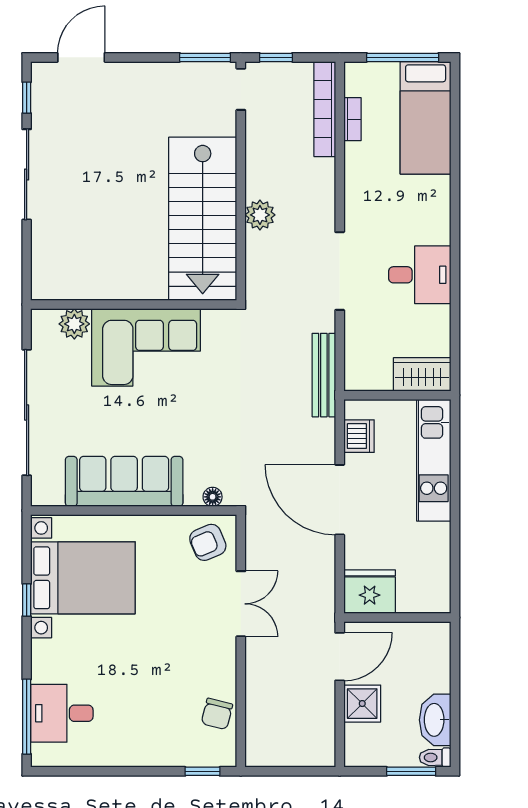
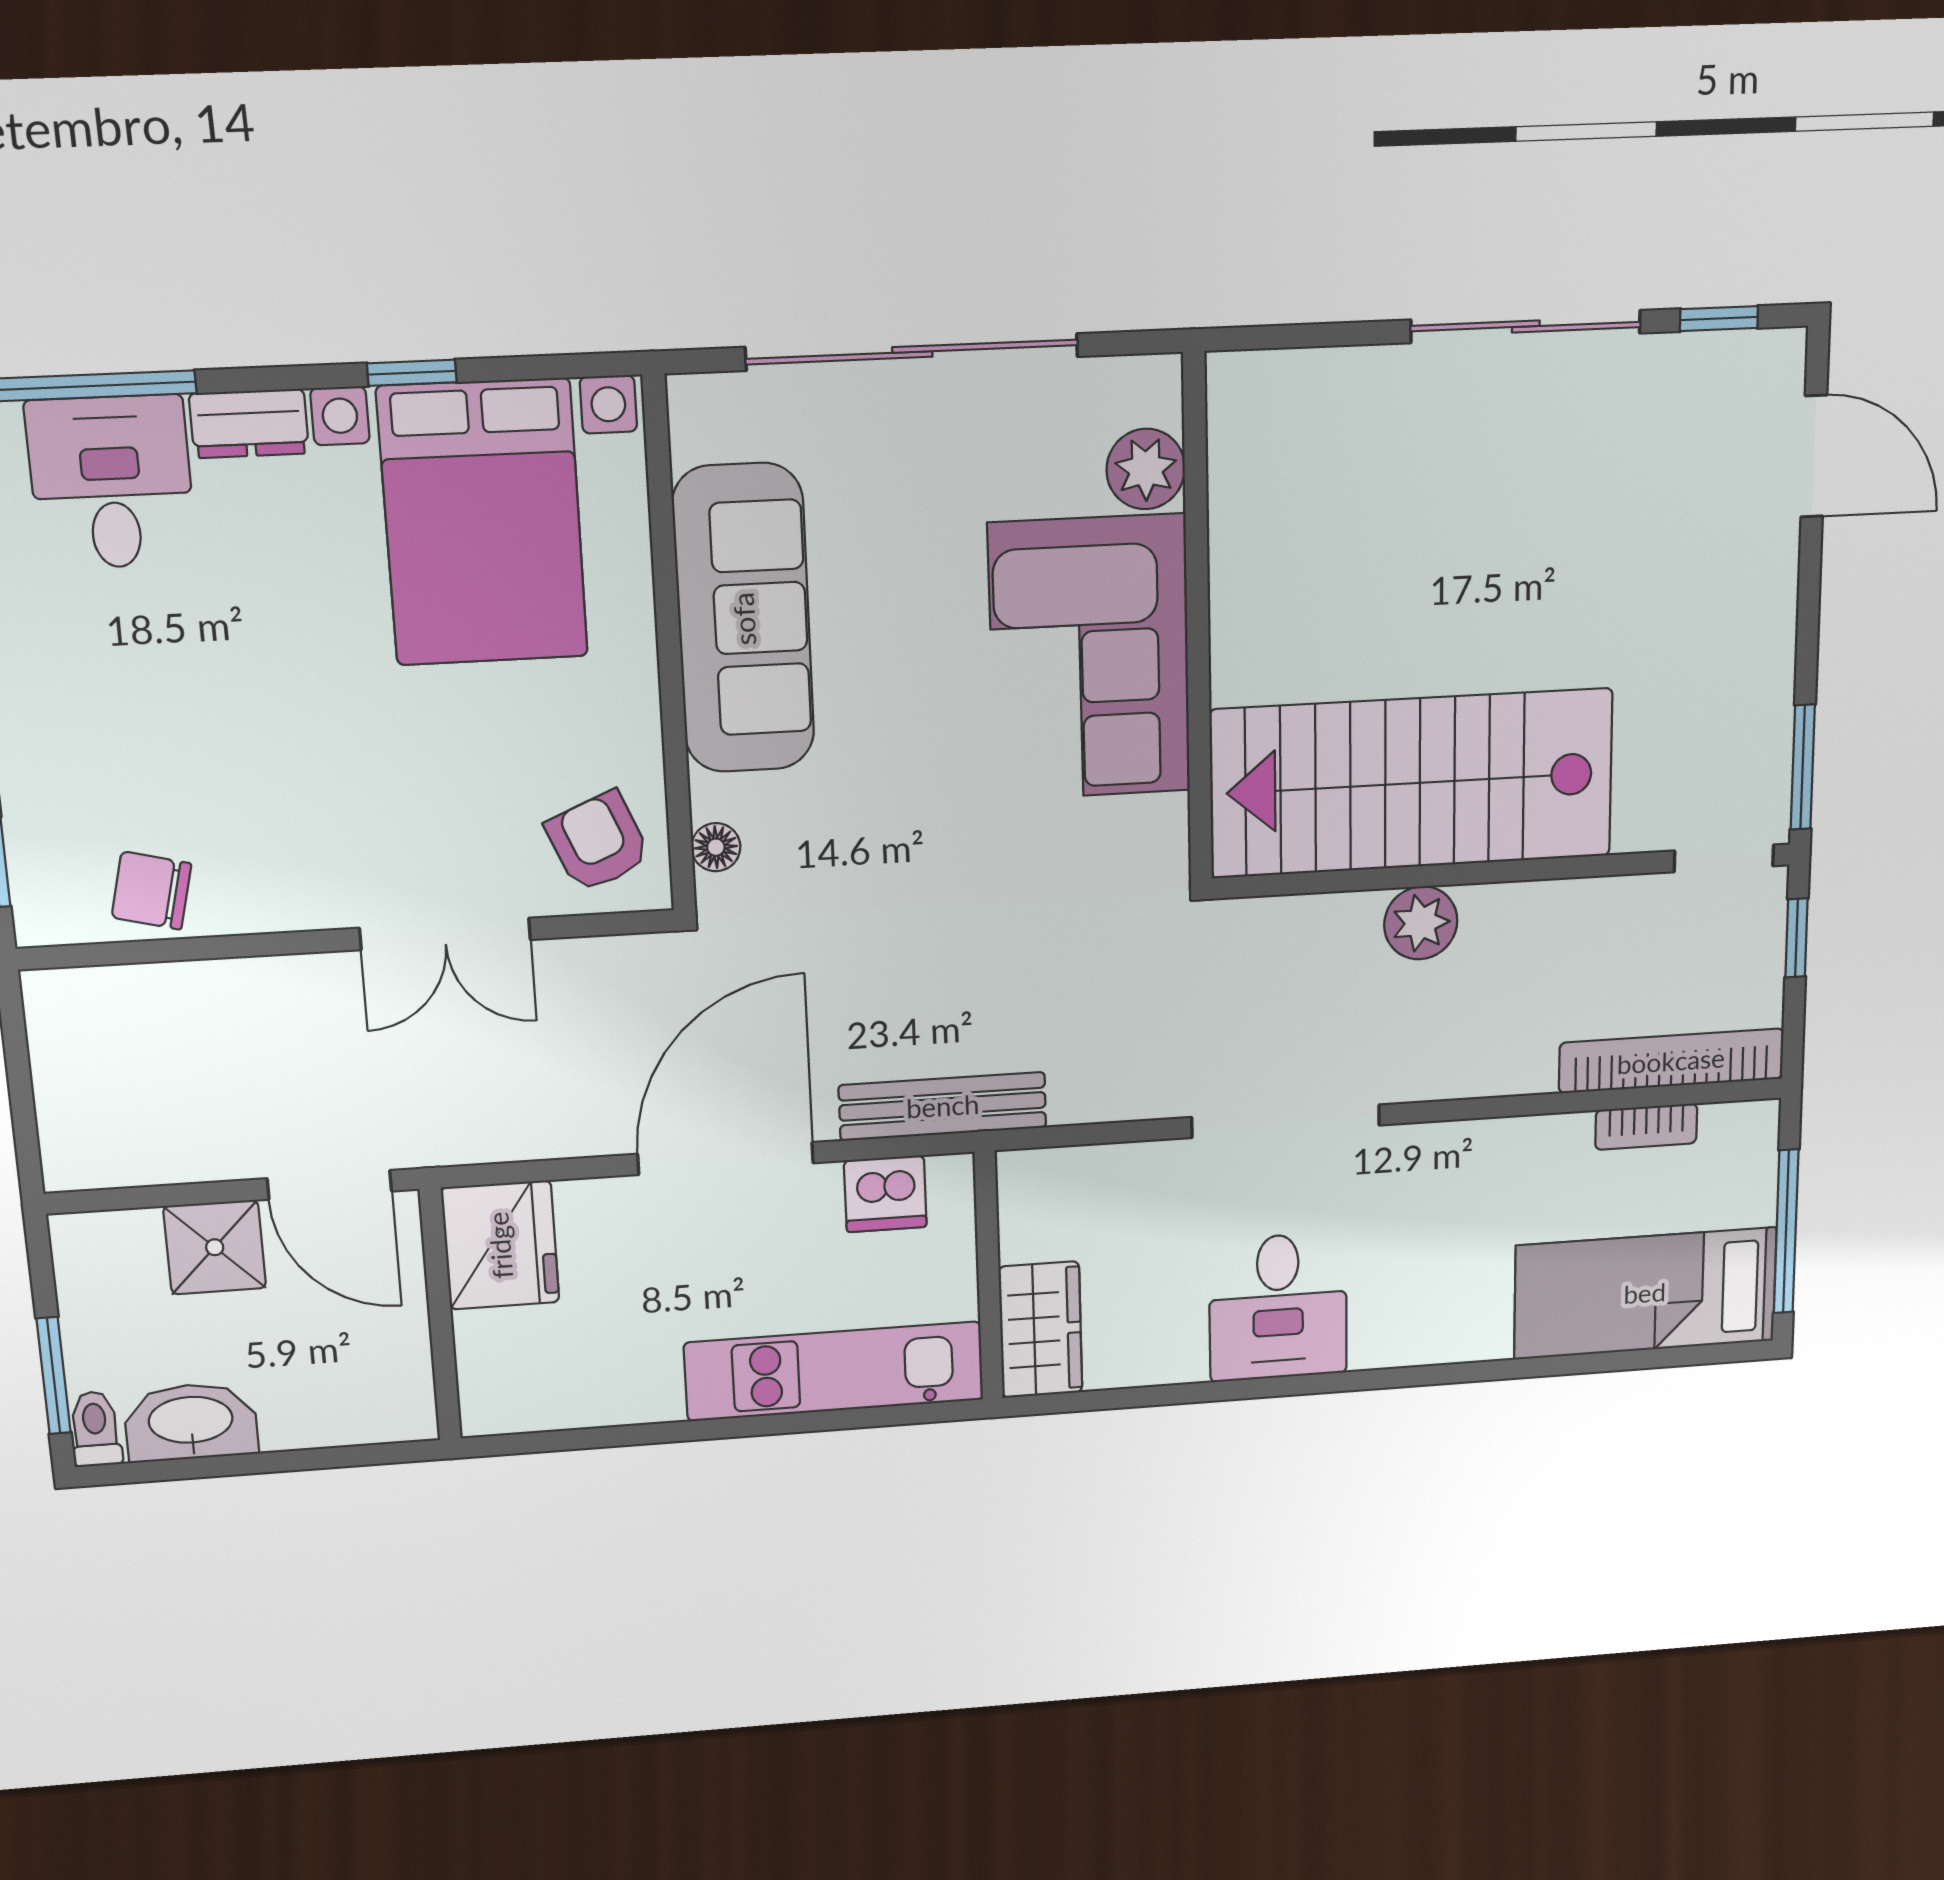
bench: (324, 375) -> (943, 1106), moved
dresser: (43, 661) -> (249, 424), added

